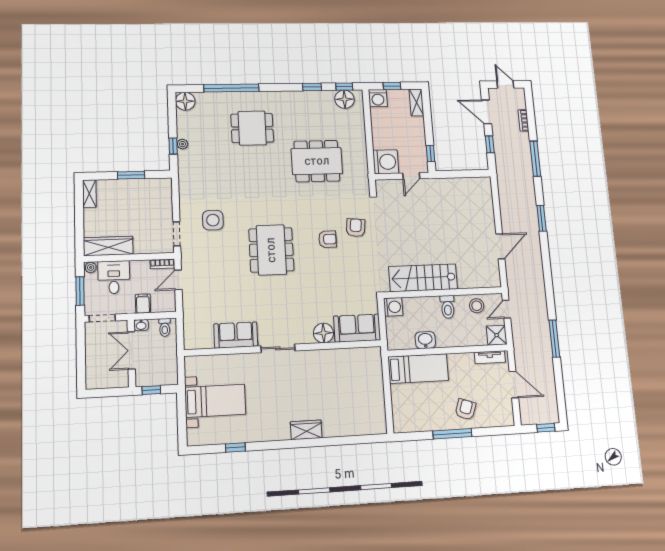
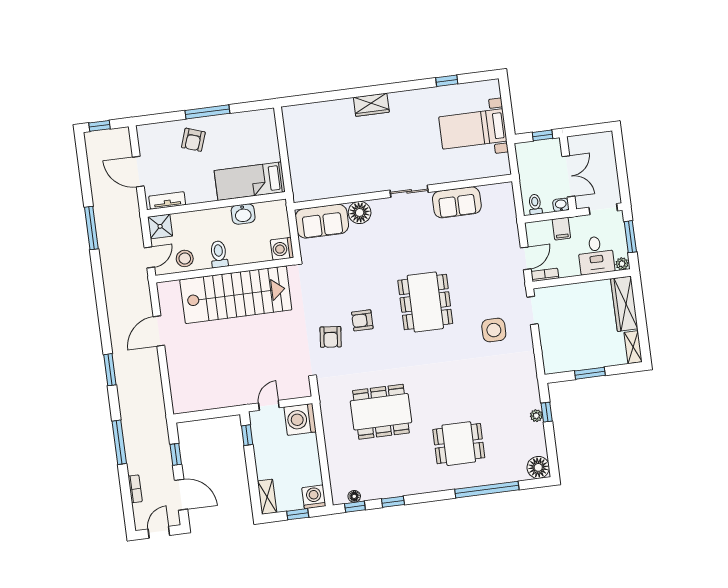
door: (505, 85) -> (159, 532), swing flipped
floor lamp: (345, 99) -> (354, 496), width x0.53, depth x0.53
wardrobe: (108, 246) -> (624, 304), moved, turned 90
stairs: (423, 278) -> (236, 295), width x1.36, depth x1.51

